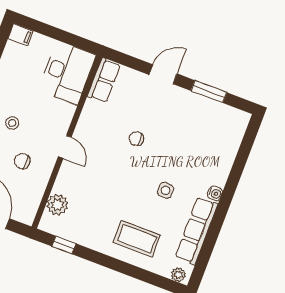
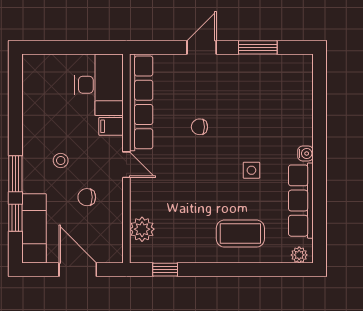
filing cabinet: (21, 35) -> (111, 126), moved, turned 180
row of seats: (104, 80) -> (141, 102), width x2.02

